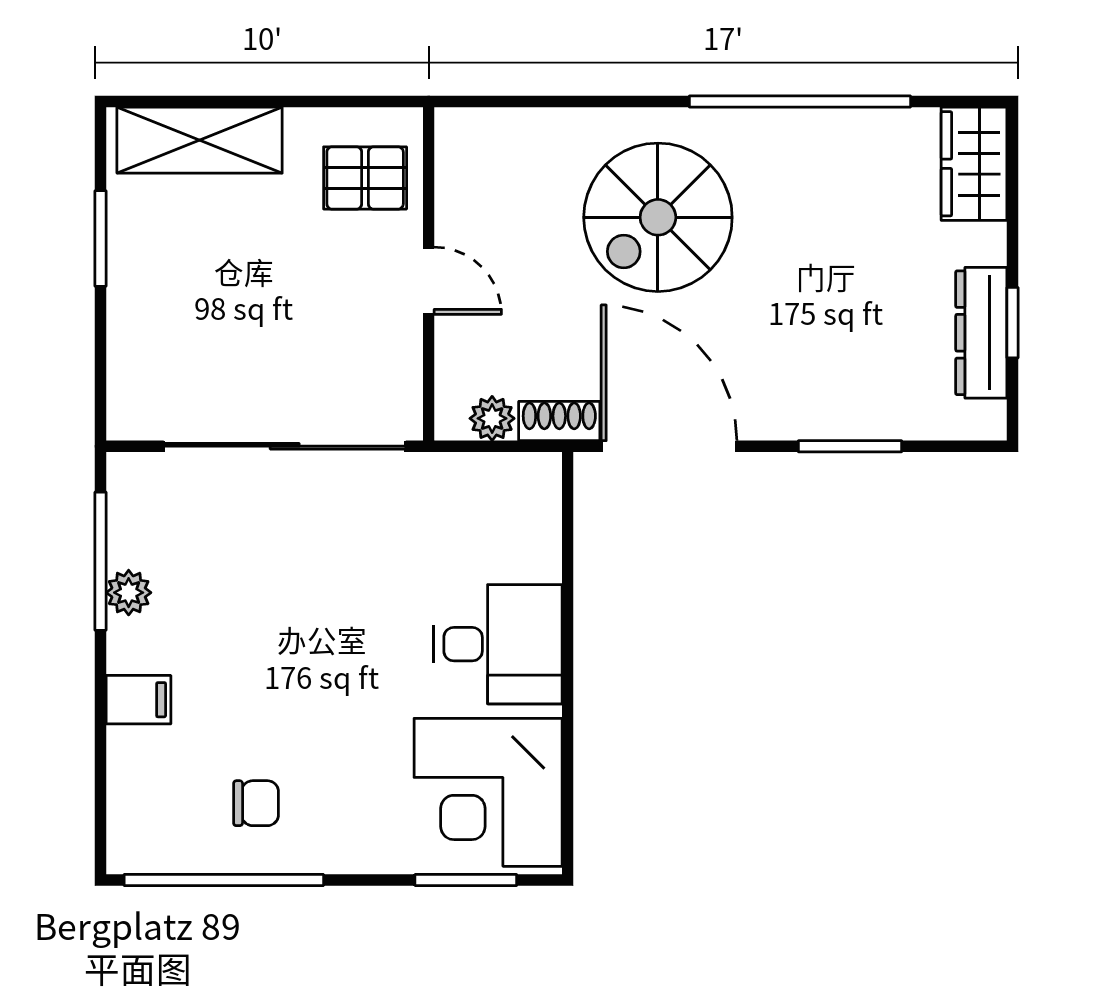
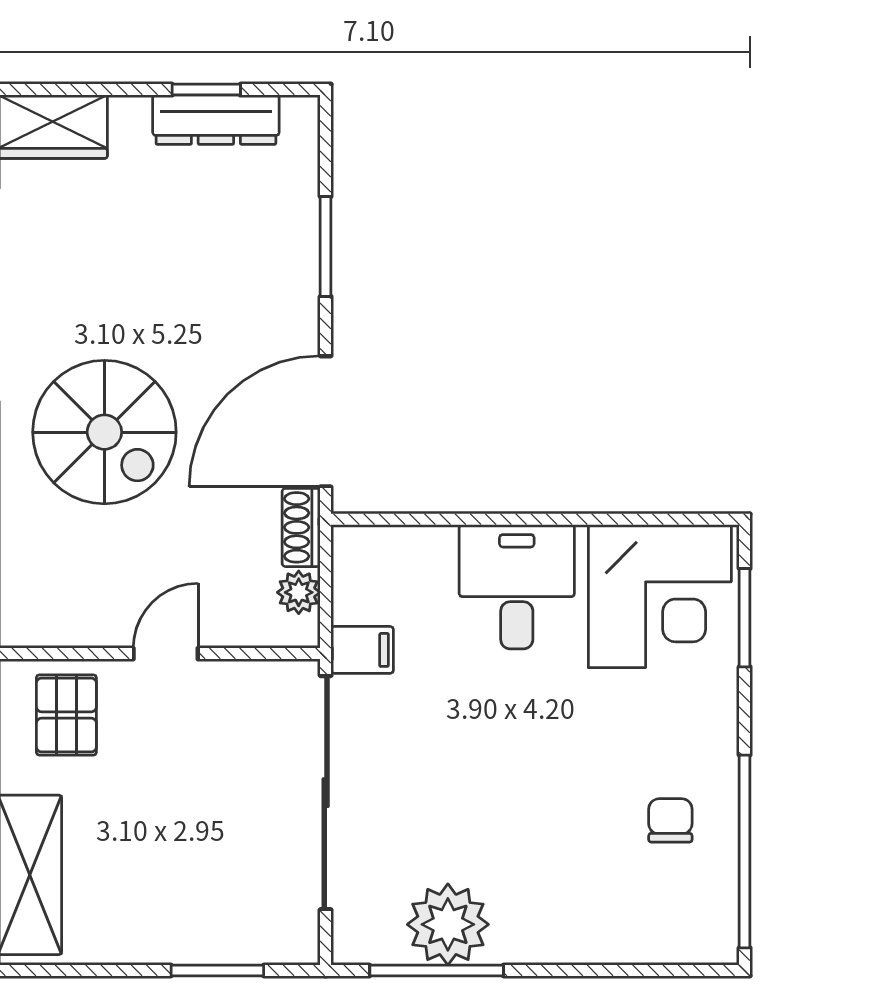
window: (101, 239) -> (217, 970), moved
plant: (129, 593) -> (448, 924), width x1.87, depth x1.87
filing cabinet: (138, 700) -> (362, 650), moved, turned 90

